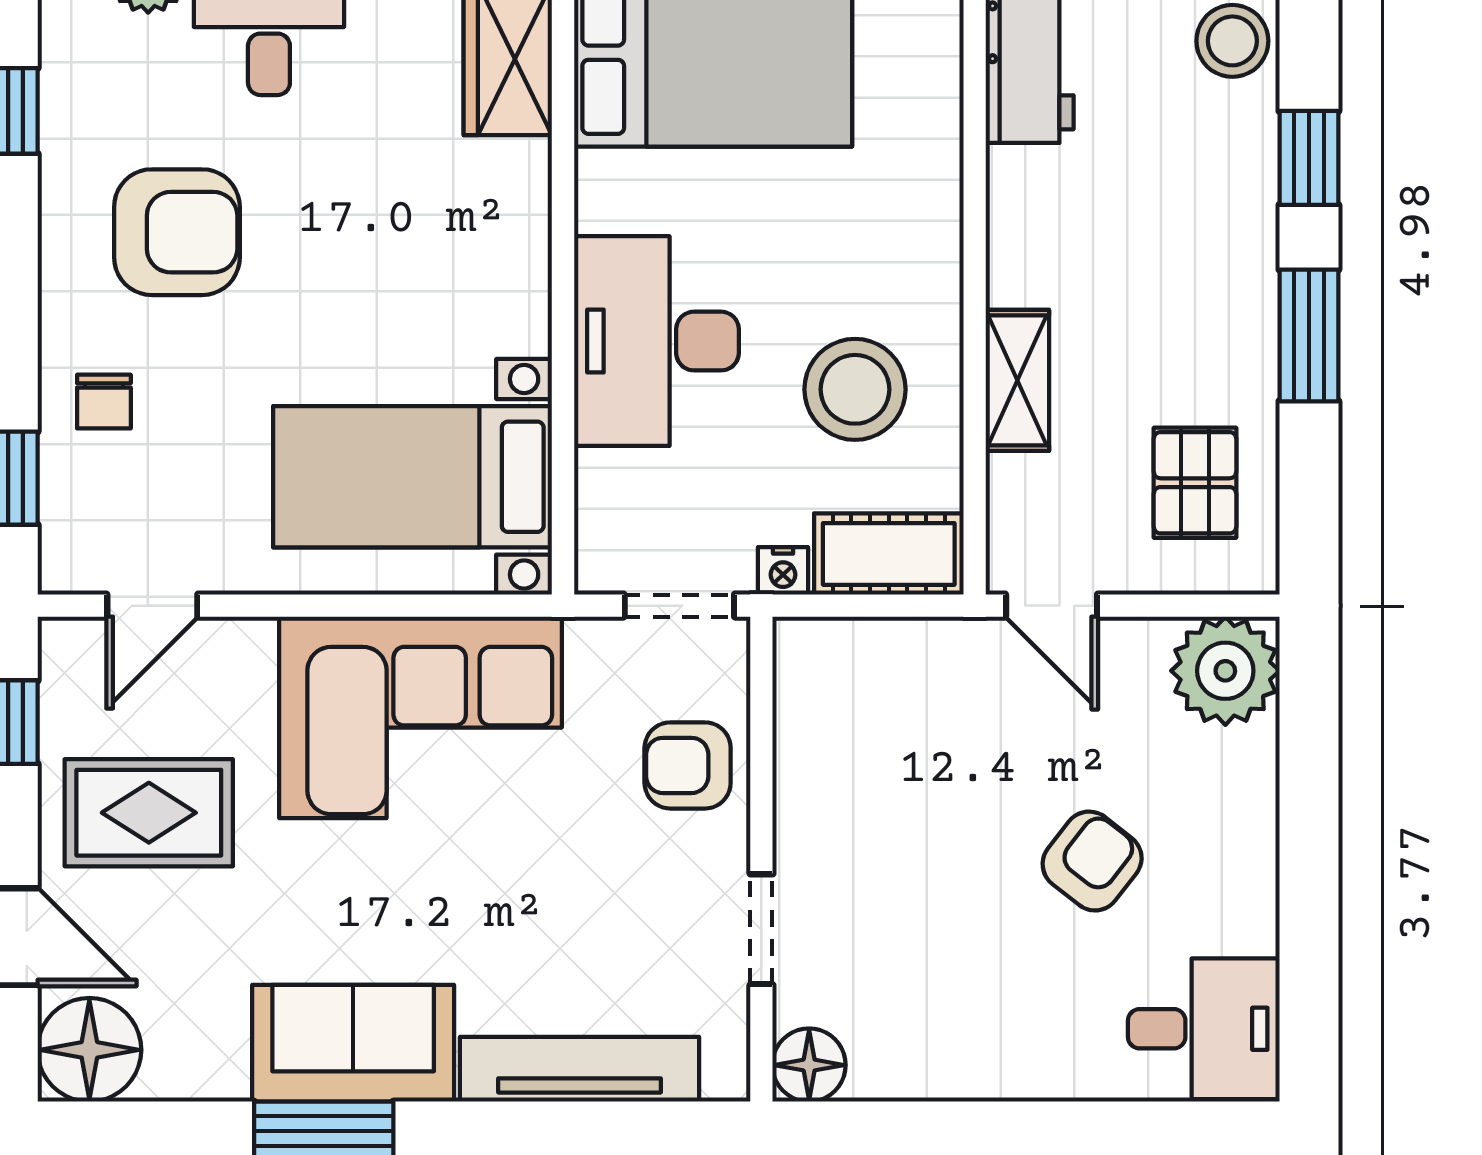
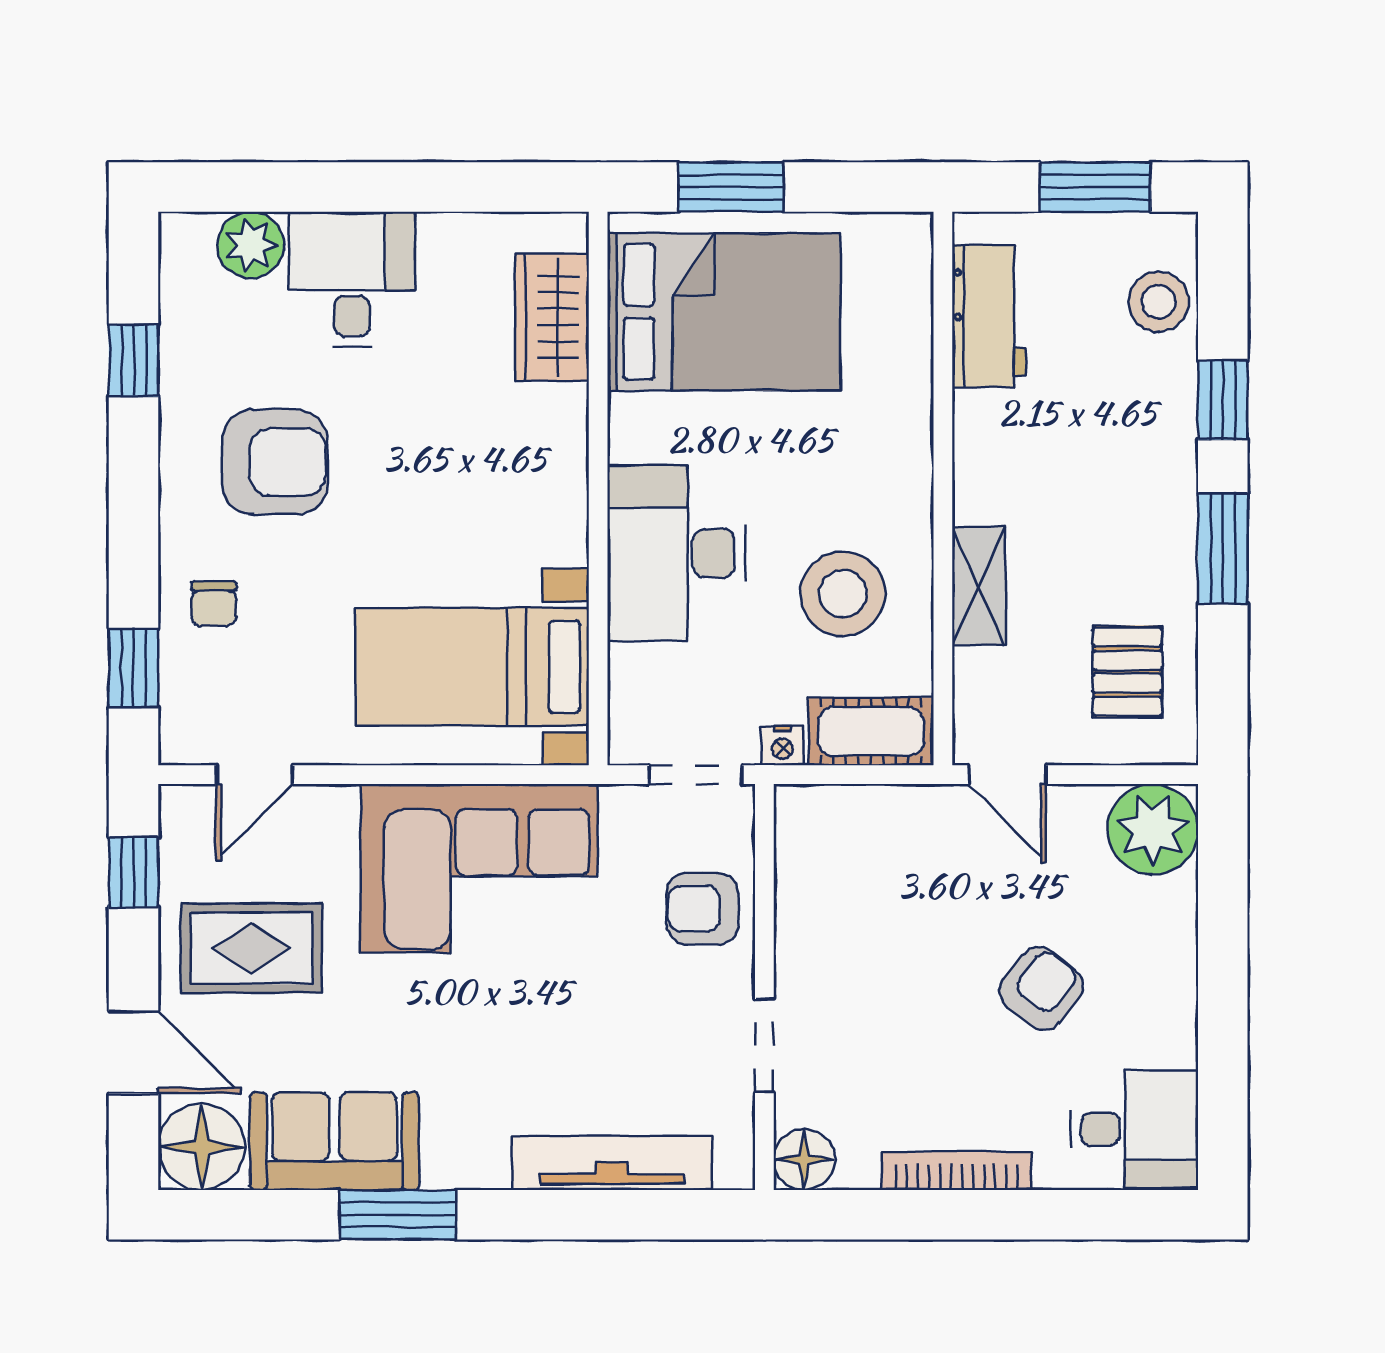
sofa: (353, 1043) -> (334, 1141), moved
bookcase: (991, 1079) -> (957, 1171), added

